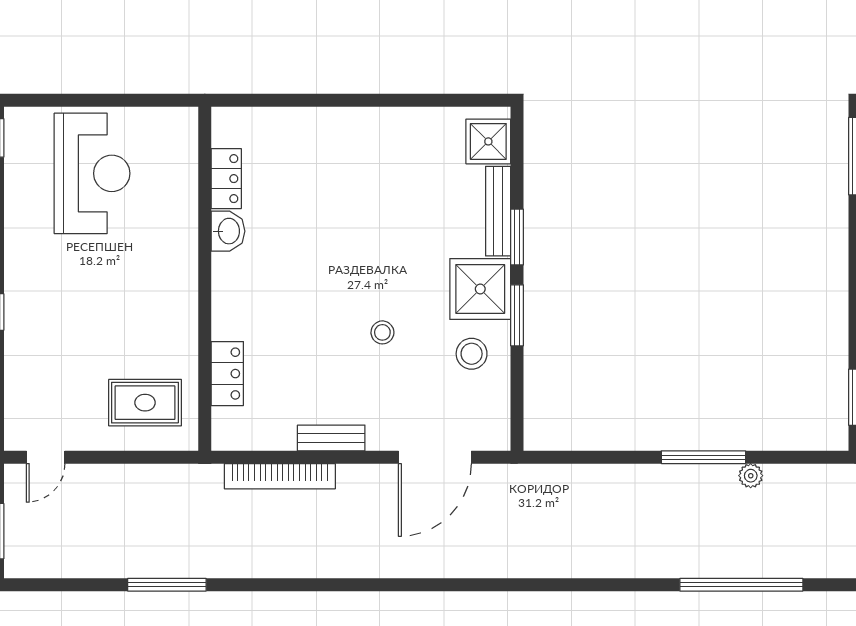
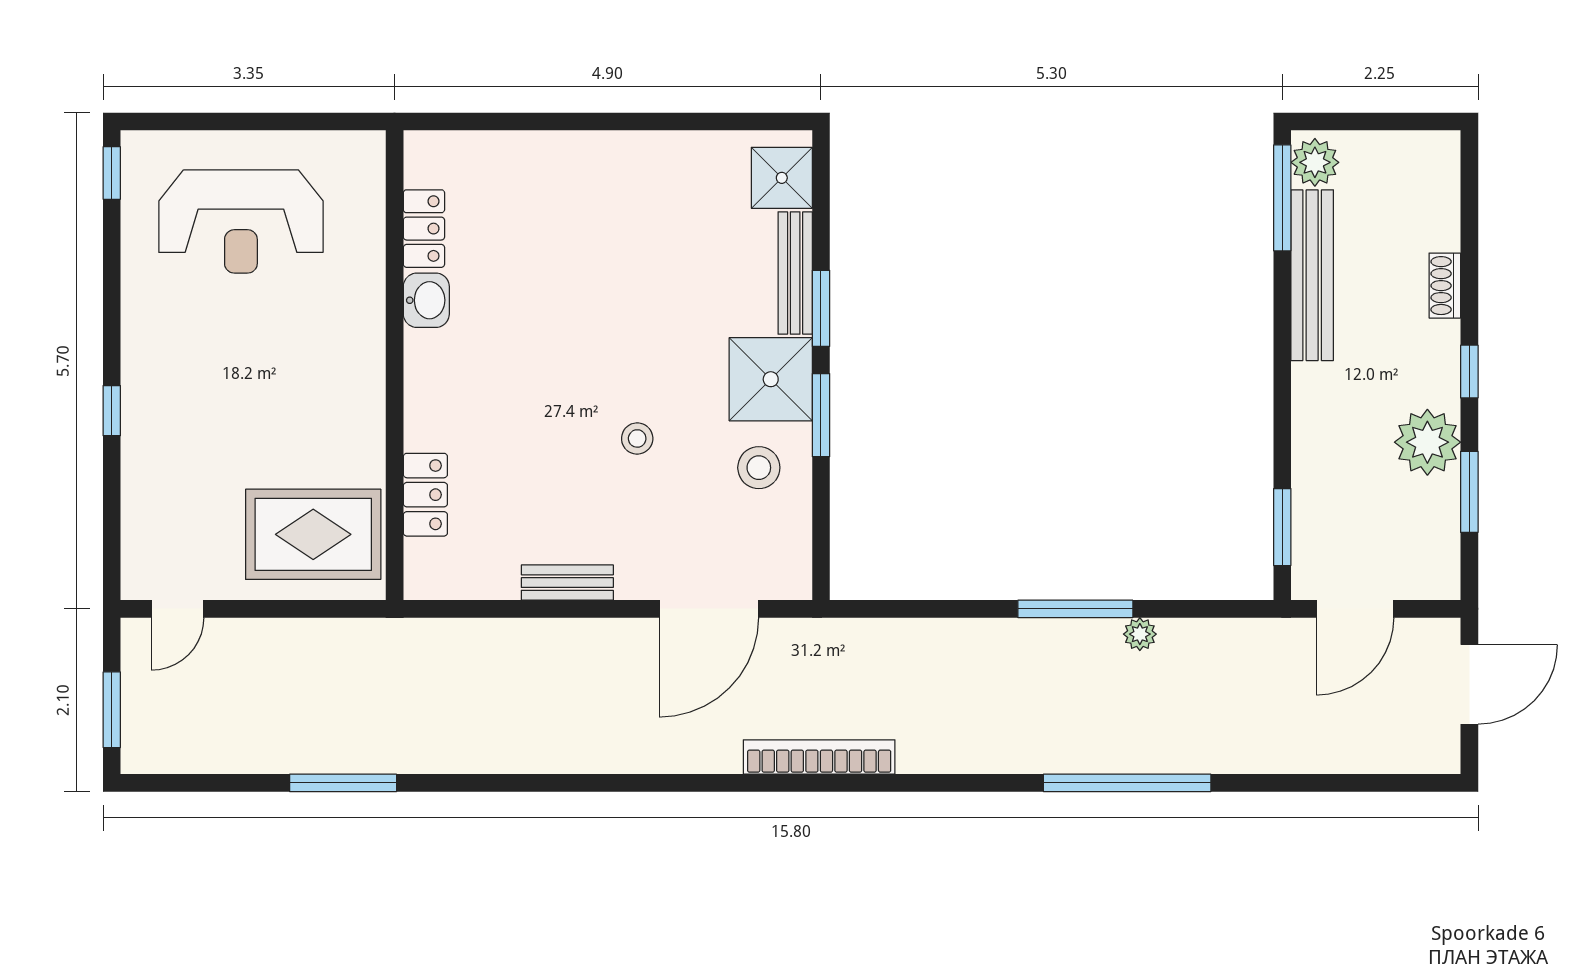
reception desk: (92, 173) -> (241, 221), turned 90
rug: (145, 403) -> (313, 534), width x1.36, depth x1.43
bookcase: (280, 476) -> (819, 757), moved, turned 180

